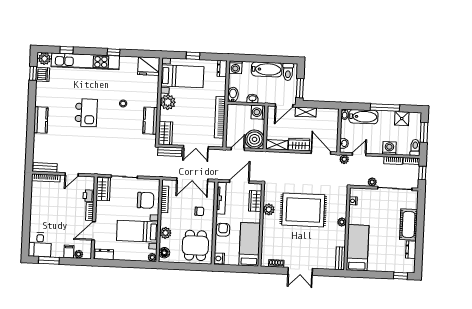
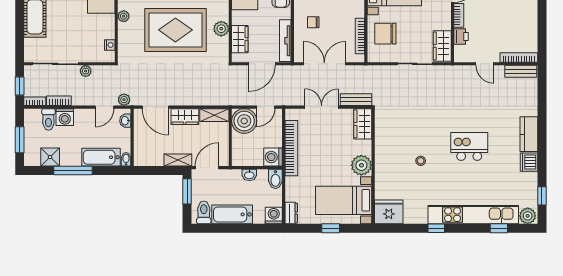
dishwasher: (43, 74) -> (529, 162), moved
washing machine: (258, 112) -> (273, 157), moved, turned 180
kitchen island: (86, 113) -> (469, 146), turned 90
kitchen counter: (150, 121) -> (384, 140), removed
toilet: (415, 147) -> (48, 119), moved
door: (72, 174) -> (485, 64), swing flipped

